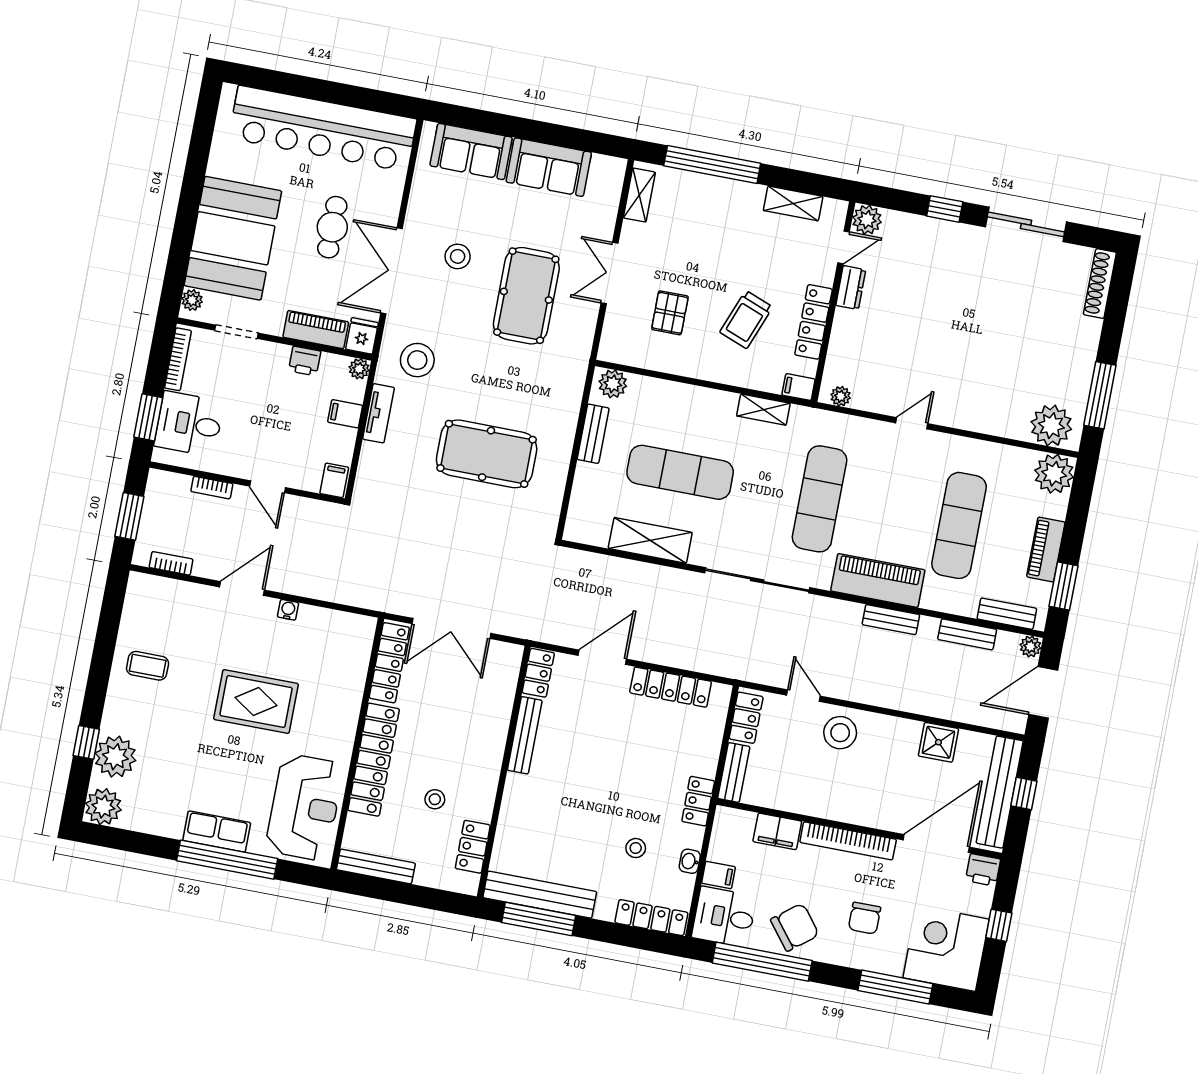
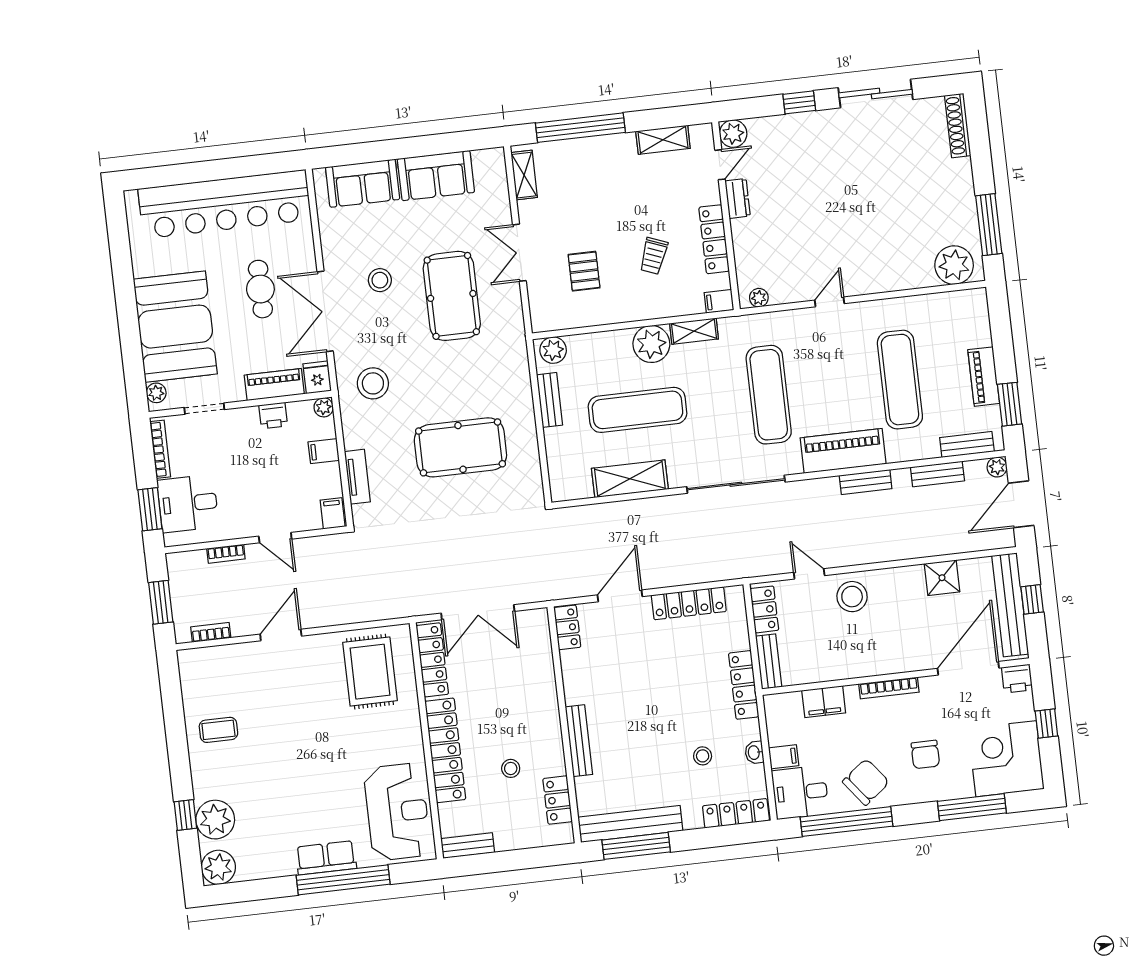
trolley: (746, 319) -> (654, 256), width x0.73, depth x0.72
tv unit: (379, 413) -> (357, 477), moved
plant: (1054, 474) -> (651, 344), moved
water cooler: (288, 610) -> (328, 641), removed
rug: (256, 702) -> (370, 672), moved, turned 90
bench: (525, 735) -> (579, 741), moved
locker: (698, 801) -> (744, 685), width x1.53
bookcase: (848, 841) -> (889, 688), width x0.68, depth x0.76
bench: (376, 866) -> (468, 846), width x0.73

